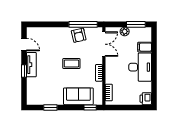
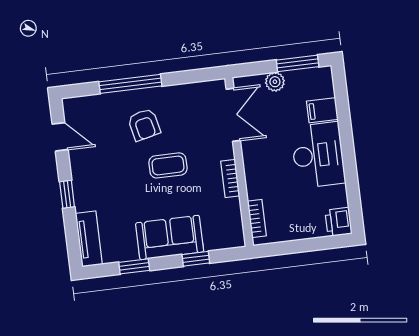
window: (83, 24) -> (130, 84), moved
armchair: (79, 35) -> (144, 125), moved
tv unit: (31, 65) -> (89, 239), moved
sofa: (78, 96) -> (170, 237), moved
window: (90, 107) -> (196, 259), moved

